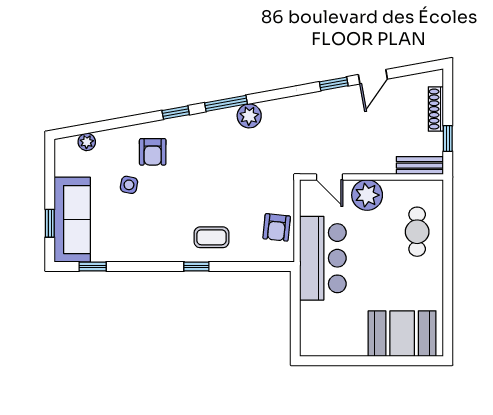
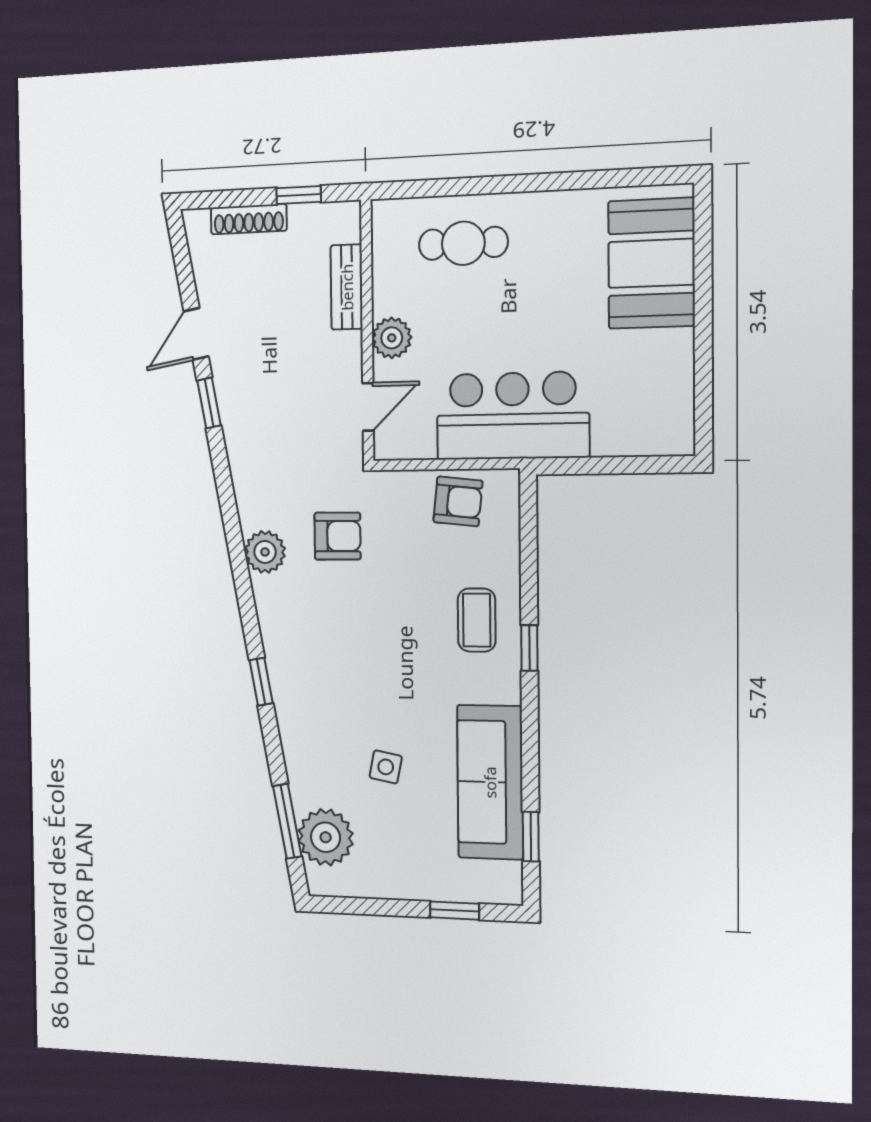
door: (373, 77) -> (196, 334), swing flipped
window: (226, 103) -> (287, 821), moved
plant: (87, 142) -> (326, 837), width x1.87, depth x1.87
armchair: (153, 152) -> (337, 536), moved
bench: (420, 166) -> (347, 287), moved
plant: (367, 195) -> (392, 338), width x0.73, depth x0.73
sofa: (72, 220) -> (490, 782), moved, turned -90

